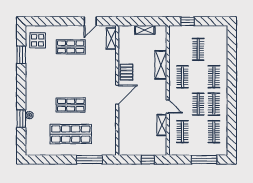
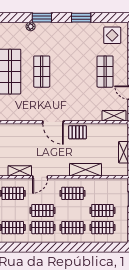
clothes rail: (214, 49) -> (102, 228), added
window: (21, 55) -> (81, 18), moved
window: (21, 119) -> (42, 18), moved

